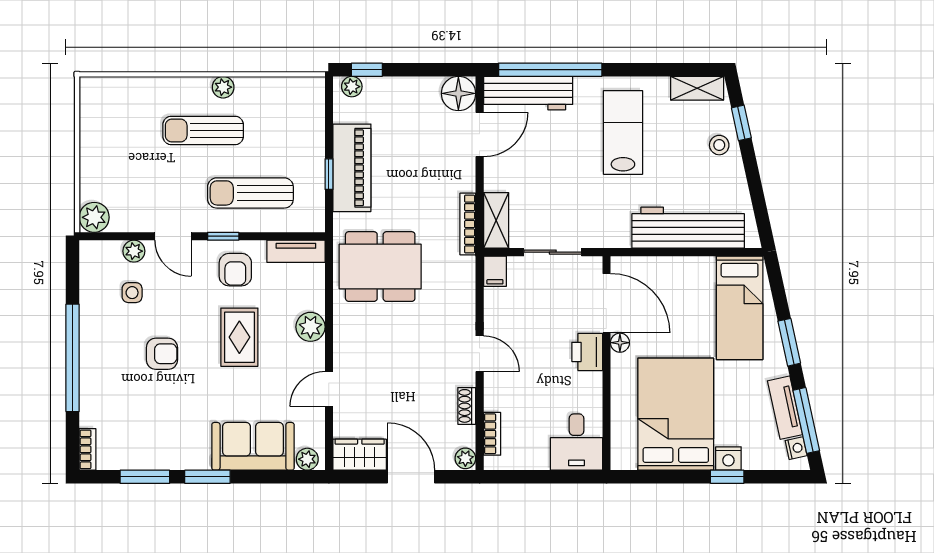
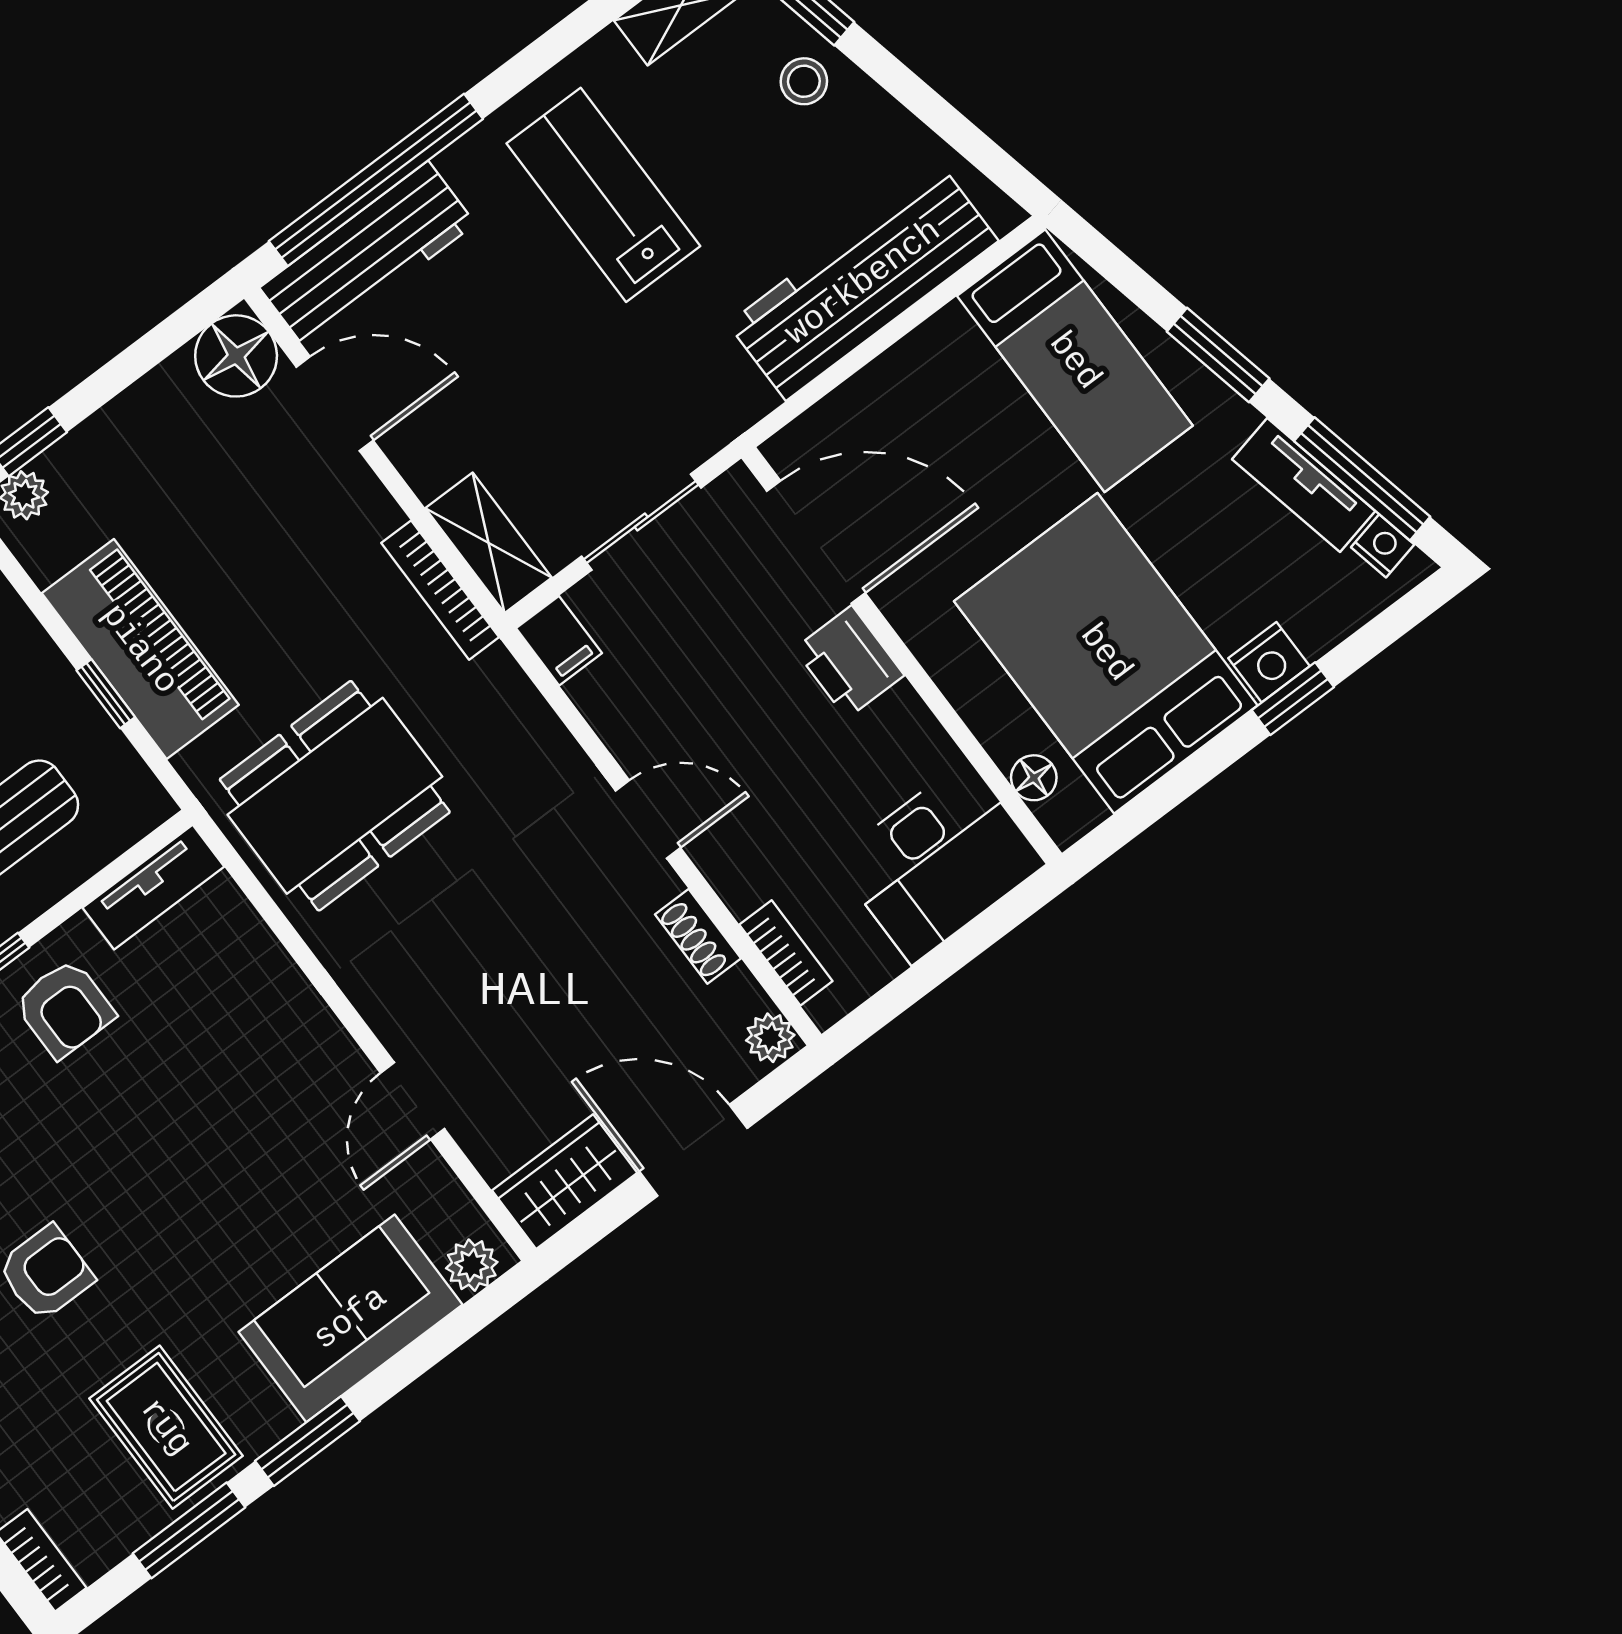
door: (480, 135) -> (335, 404), hinge flipped
plant: (310, 327) -> (289, 1010), removed
rug: (239, 337) -> (166, 1427), moved
floor lamp: (620, 343) -> (1034, 778), moved
desk: (576, 442) -> (939, 862), width x1.37

